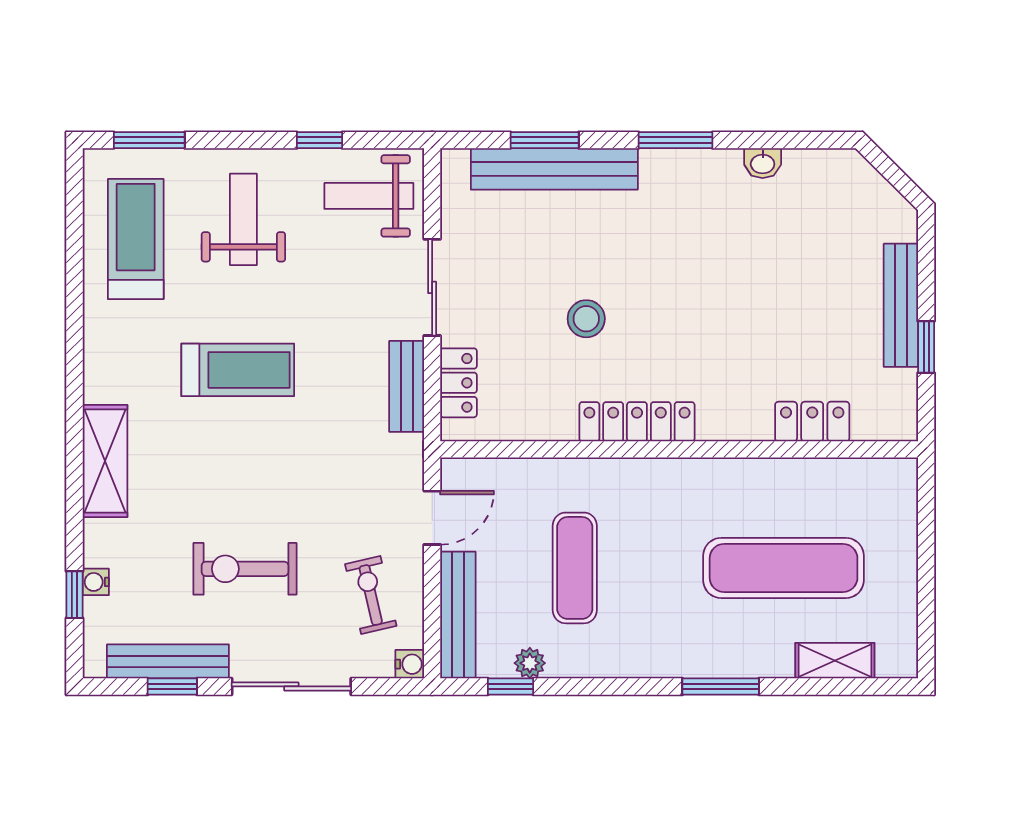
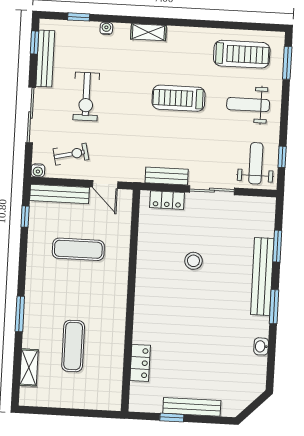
window: (319, 140) -> (282, 157), moved
bench: (554, 169) -> (262, 276), moved
weight bench: (243, 219) -> (248, 105), turned 180
treadmill: (238, 370) -> (179, 98), turned 90
locker: (637, 422) -> (144, 282), removed
shelving: (105, 461) -> (148, 32), width x0.67, depth x0.75
exercise mat: (784, 568) -> (73, 346), width x0.73, depth x0.69
exercise bike: (245, 569) -> (86, 97), turned 180
water cooler: (96, 582) -> (106, 28), moved
plant: (530, 663) -> (35, 226), removed
window: (172, 686) -> (34, 42), moved

